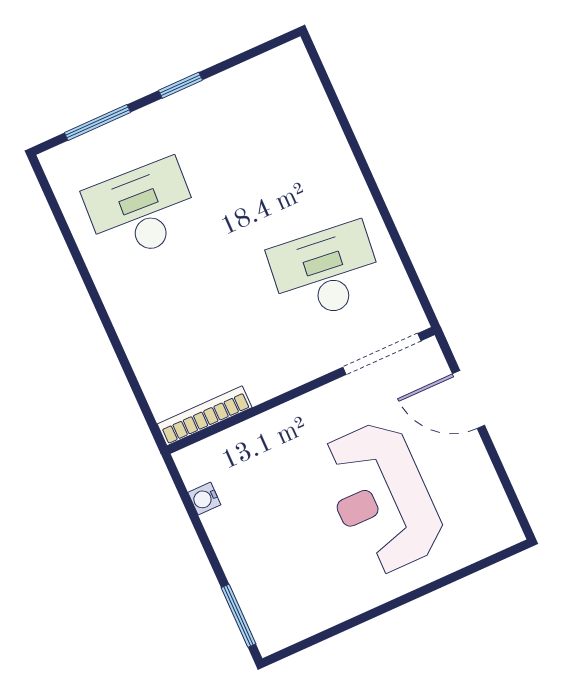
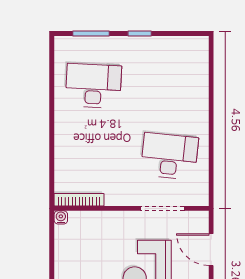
doorway: (382, 354) -> (162, 208), moved
water cooler: (204, 499) -> (61, 217), moved, turned 90

